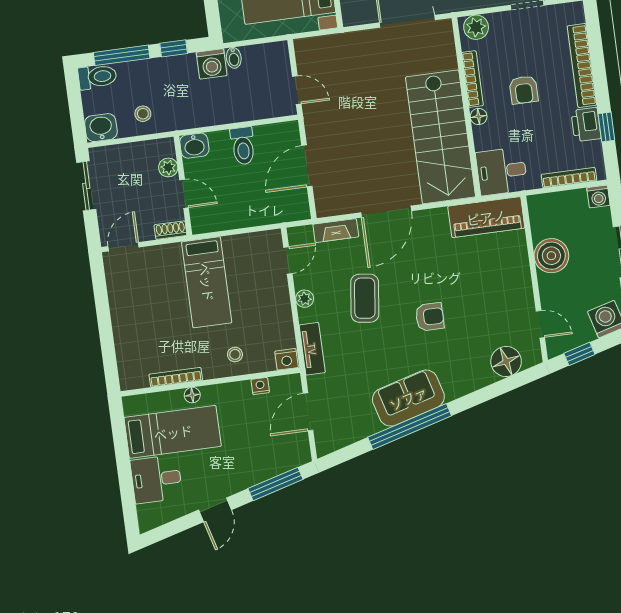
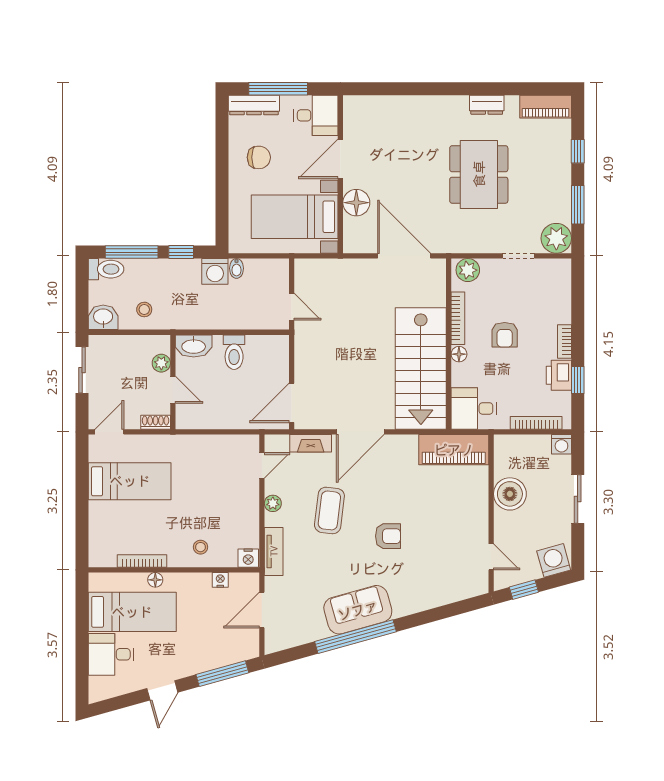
bookcase: (582, 65) -> (565, 341), width x0.43, depth x0.76
washbasin: (194, 146) -> (194, 346), width x1.38
door: (307, 166) -> (292, 403), moved
bed: (207, 282) -> (130, 481), moved, turned -90
floor lamp: (506, 361) -> (454, 588), removed

